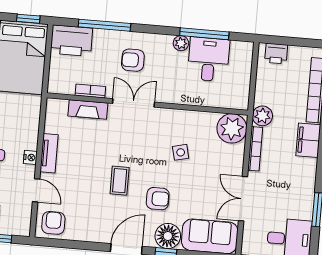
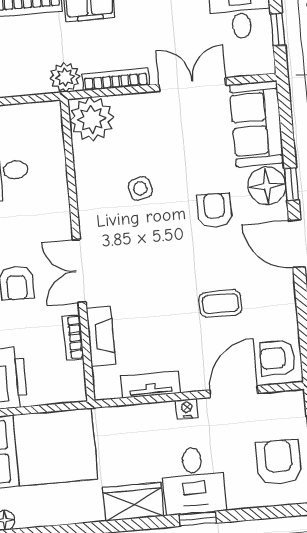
tv unit: (49, 153) -> (150, 385), moved
coffee table: (120, 181) -> (220, 304), moved
door: (36, 190) -> (234, 392), width x1.38
double door: (243, 199) -> (192, 84), swing flipped

